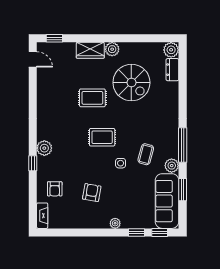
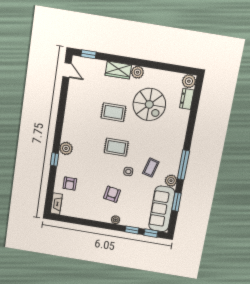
armchair: (92, 193) -> (112, 194), moved

